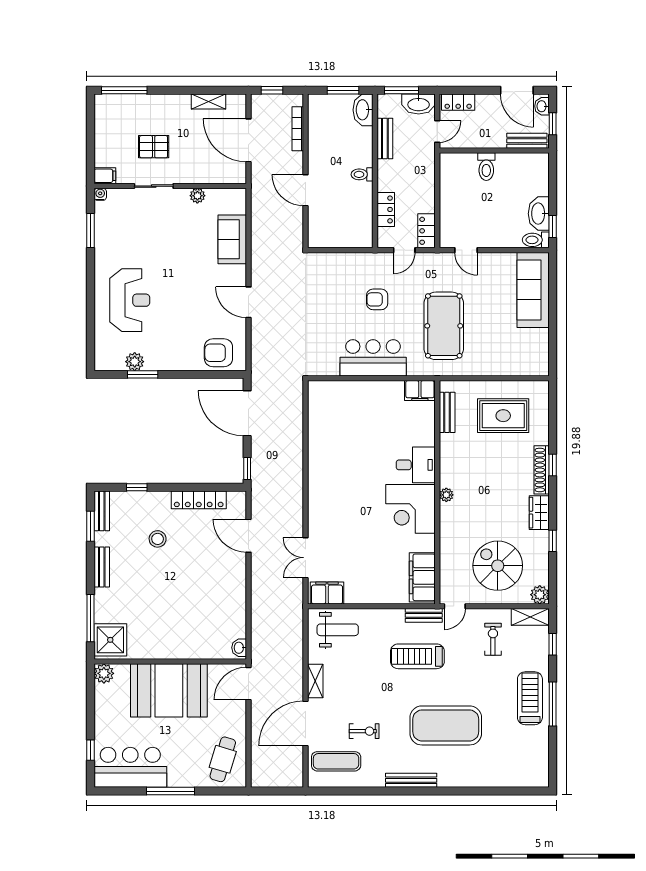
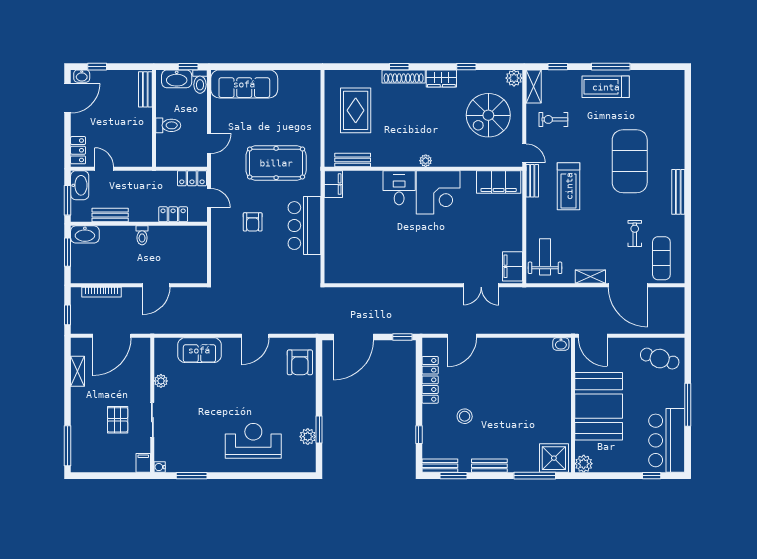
bench: (527, 141) -> (145, 89), moved
wall: (494, 150) -> (154, 118), moved
toilet: (486, 167) -> (168, 125), moved

